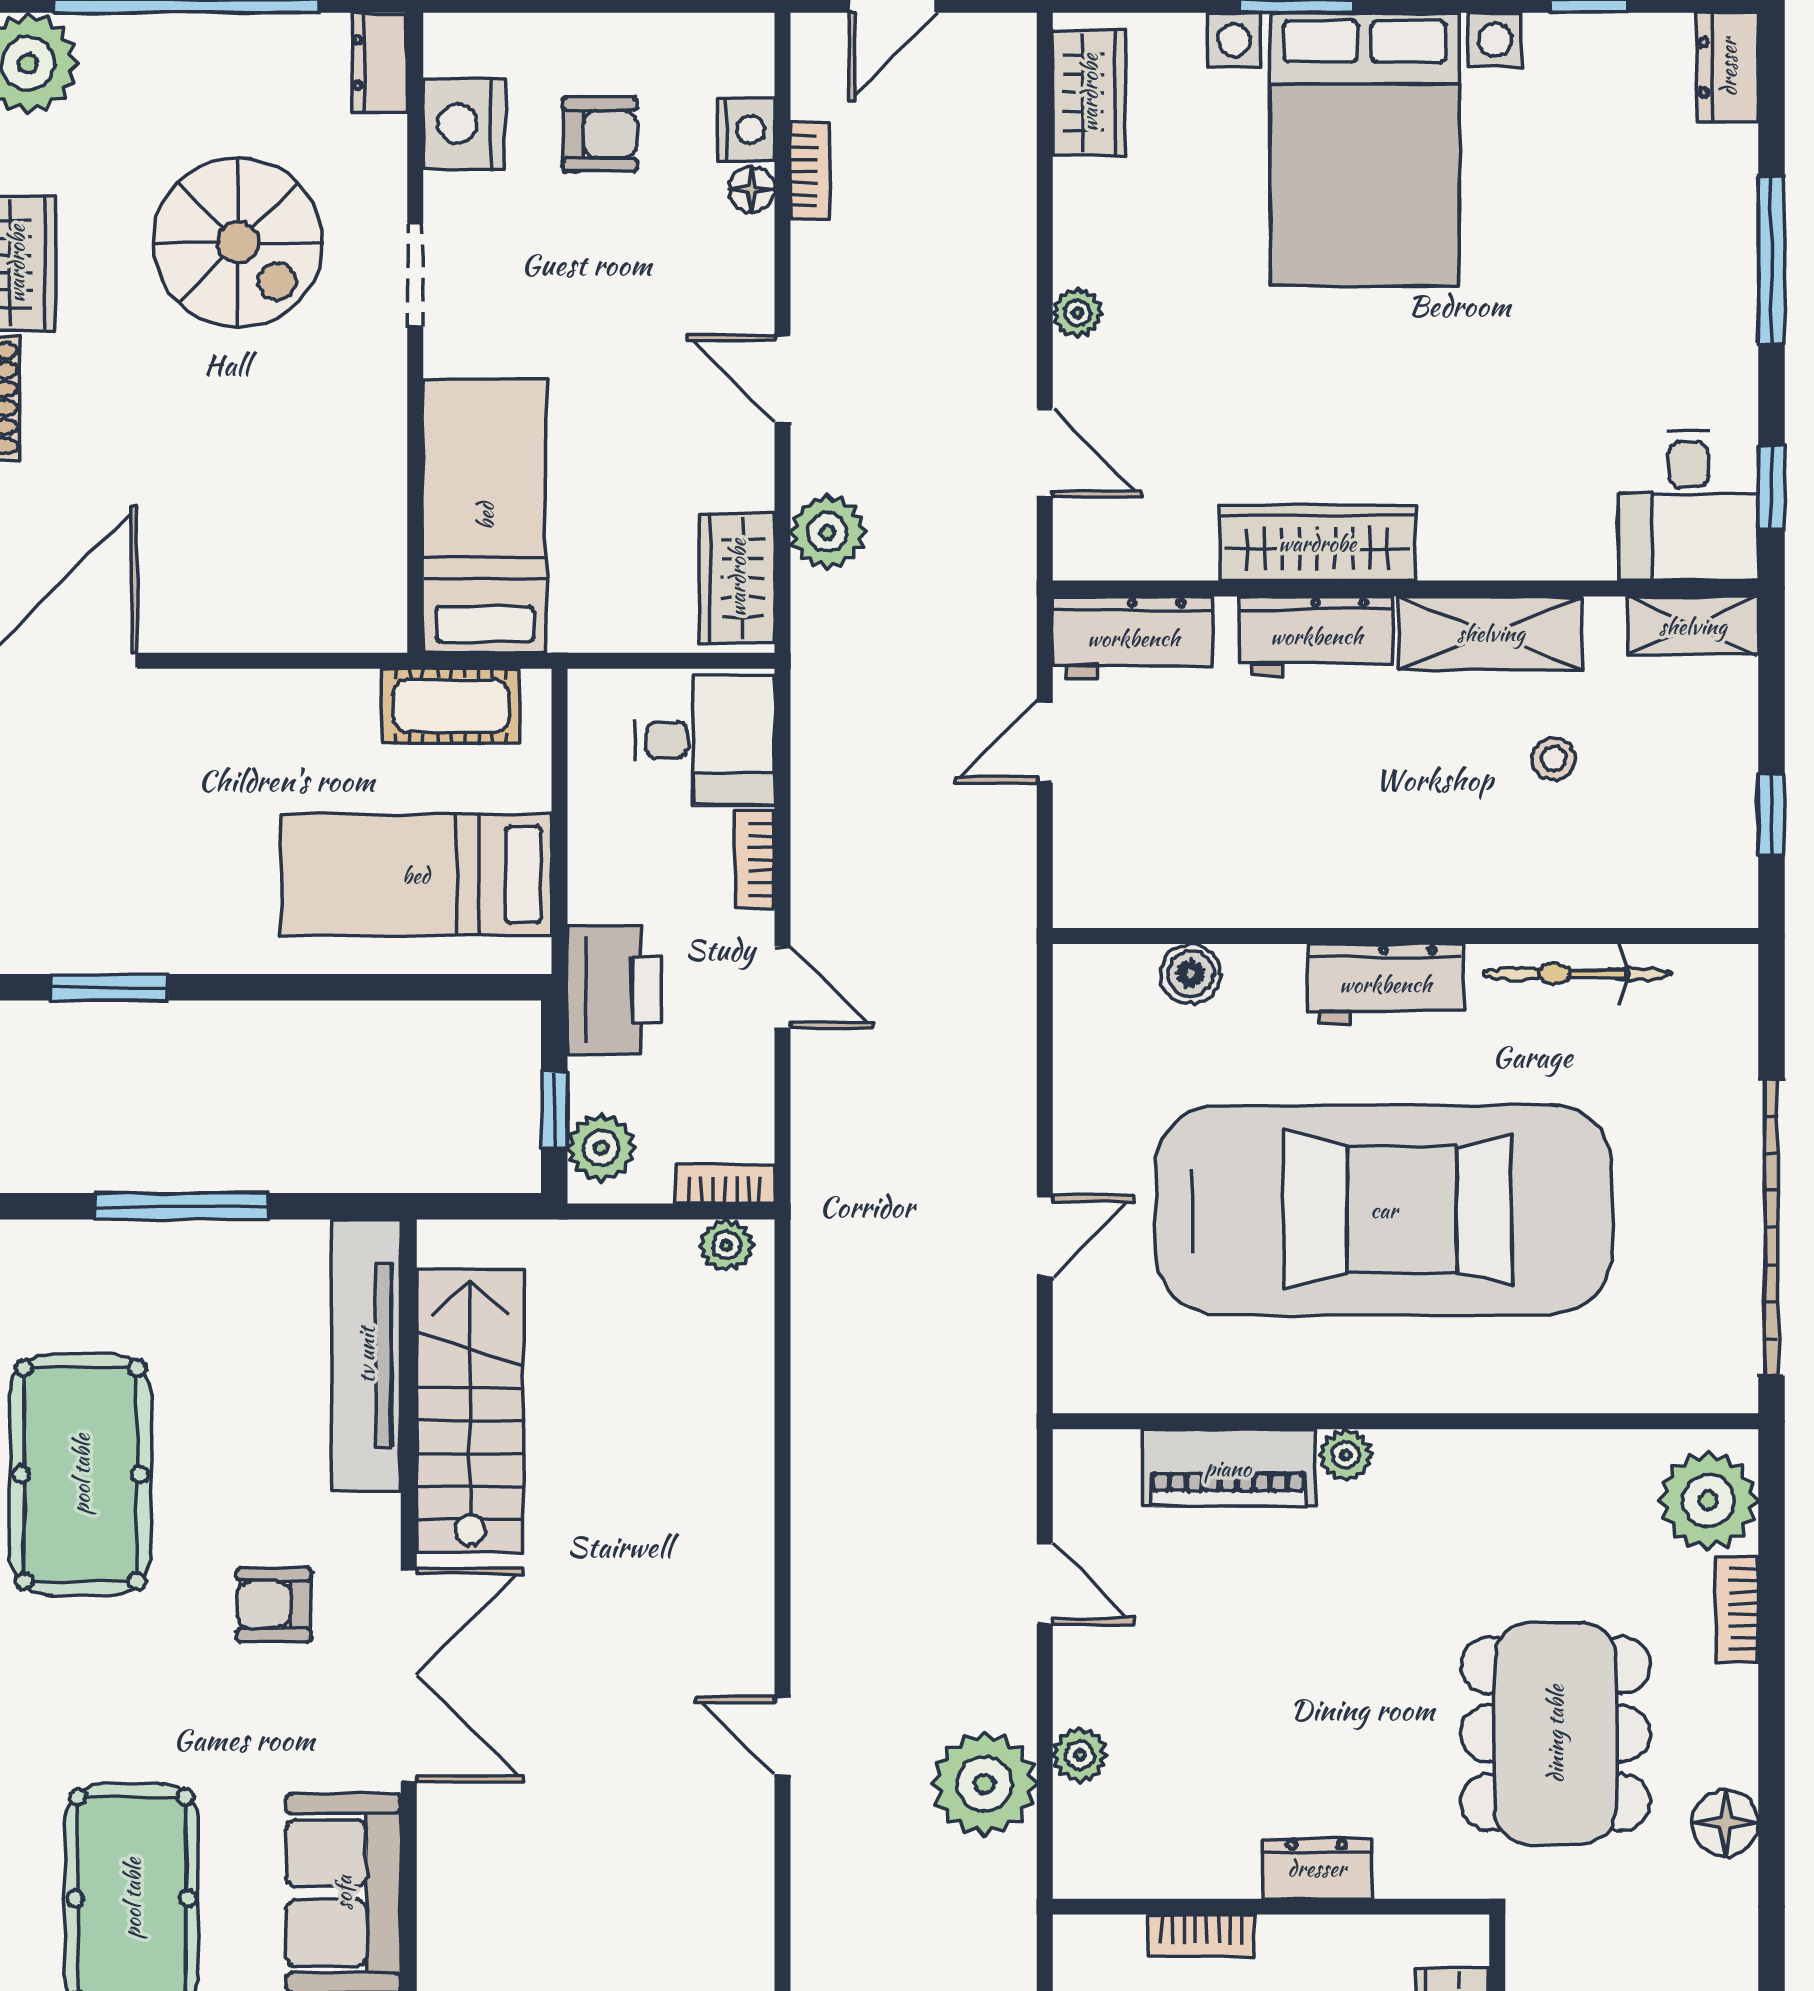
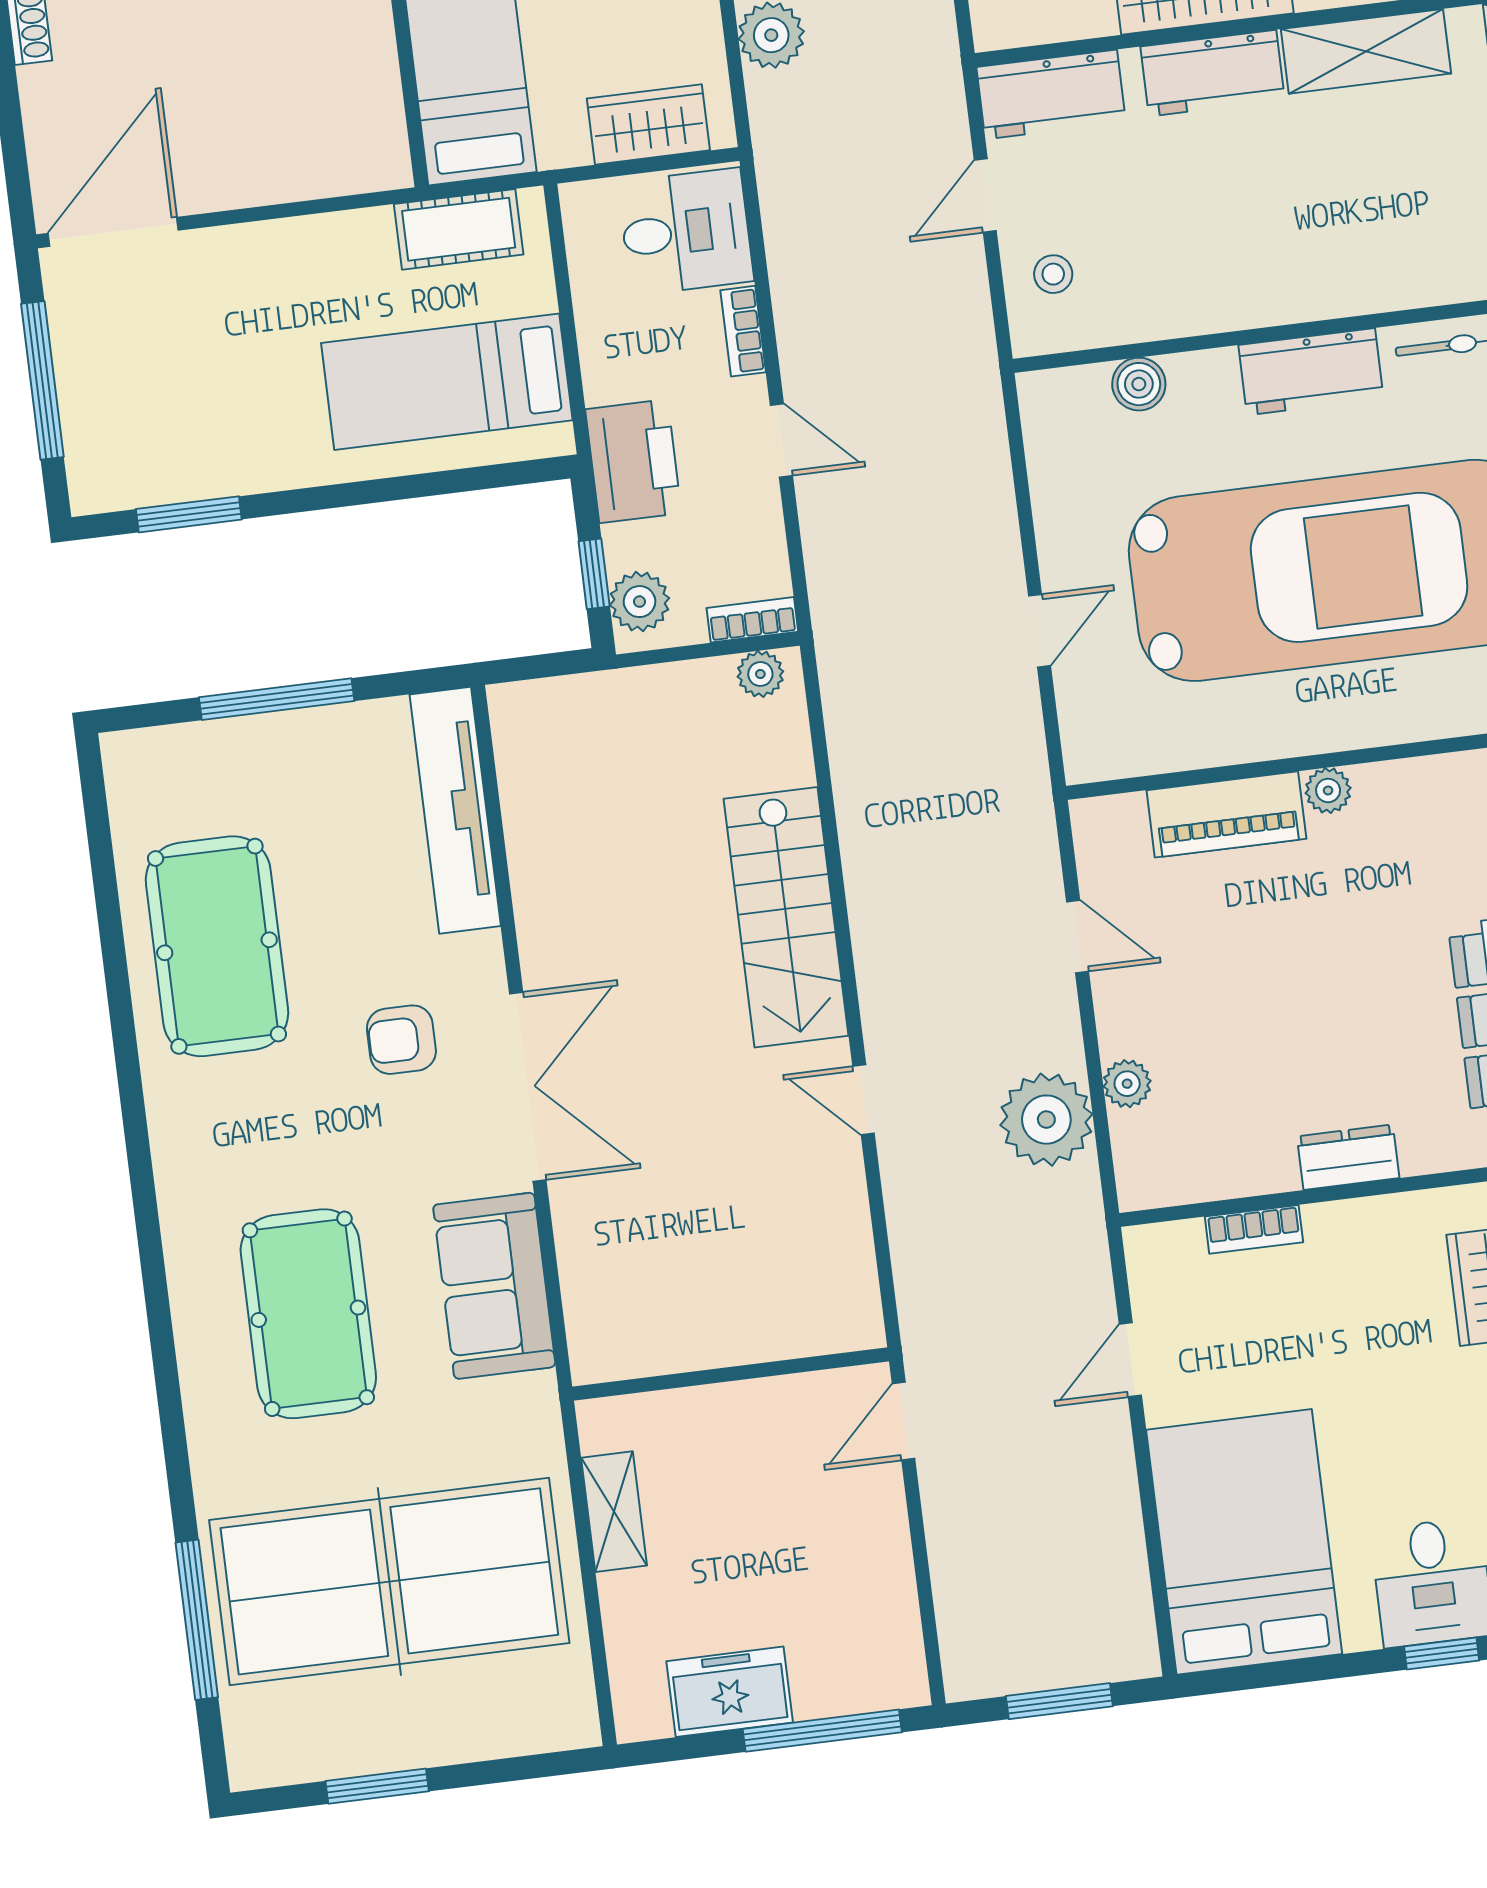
wardrobe: (737, 578) -> (648, 124), moved, turned 90
stool: (1554, 759) -> (1053, 274), moved
stairs: (470, 1411) -> (786, 917), moved, turned 180

